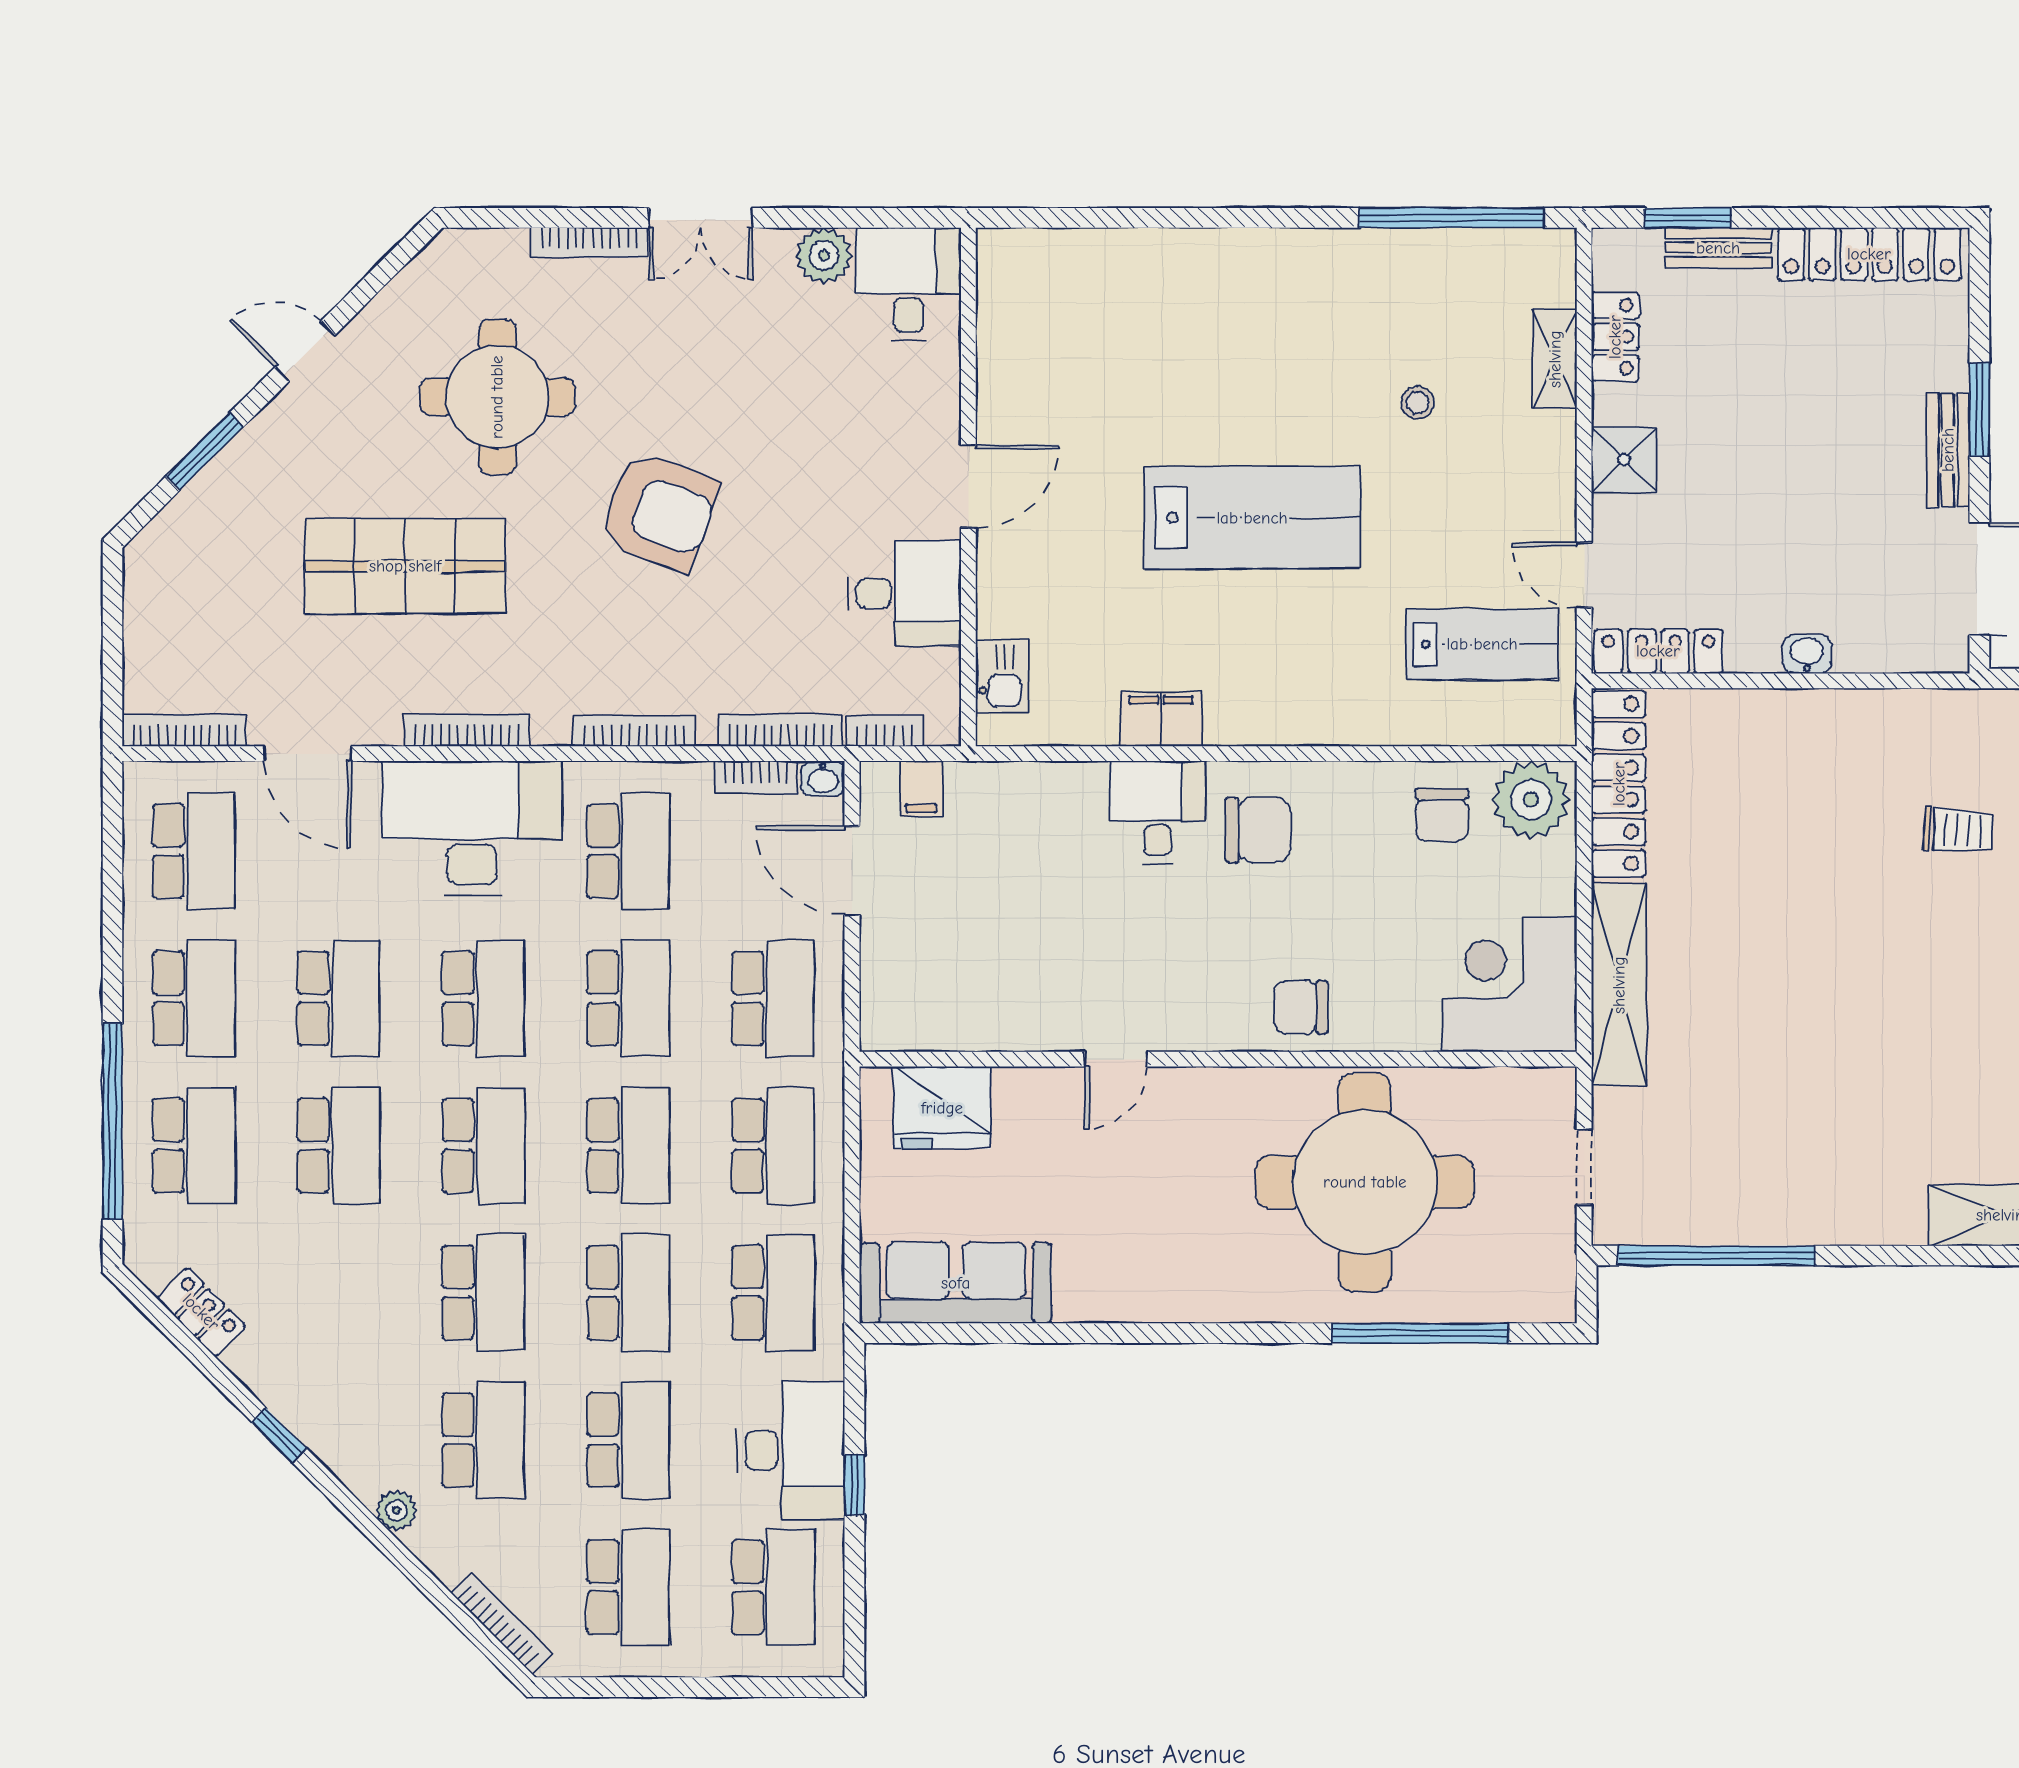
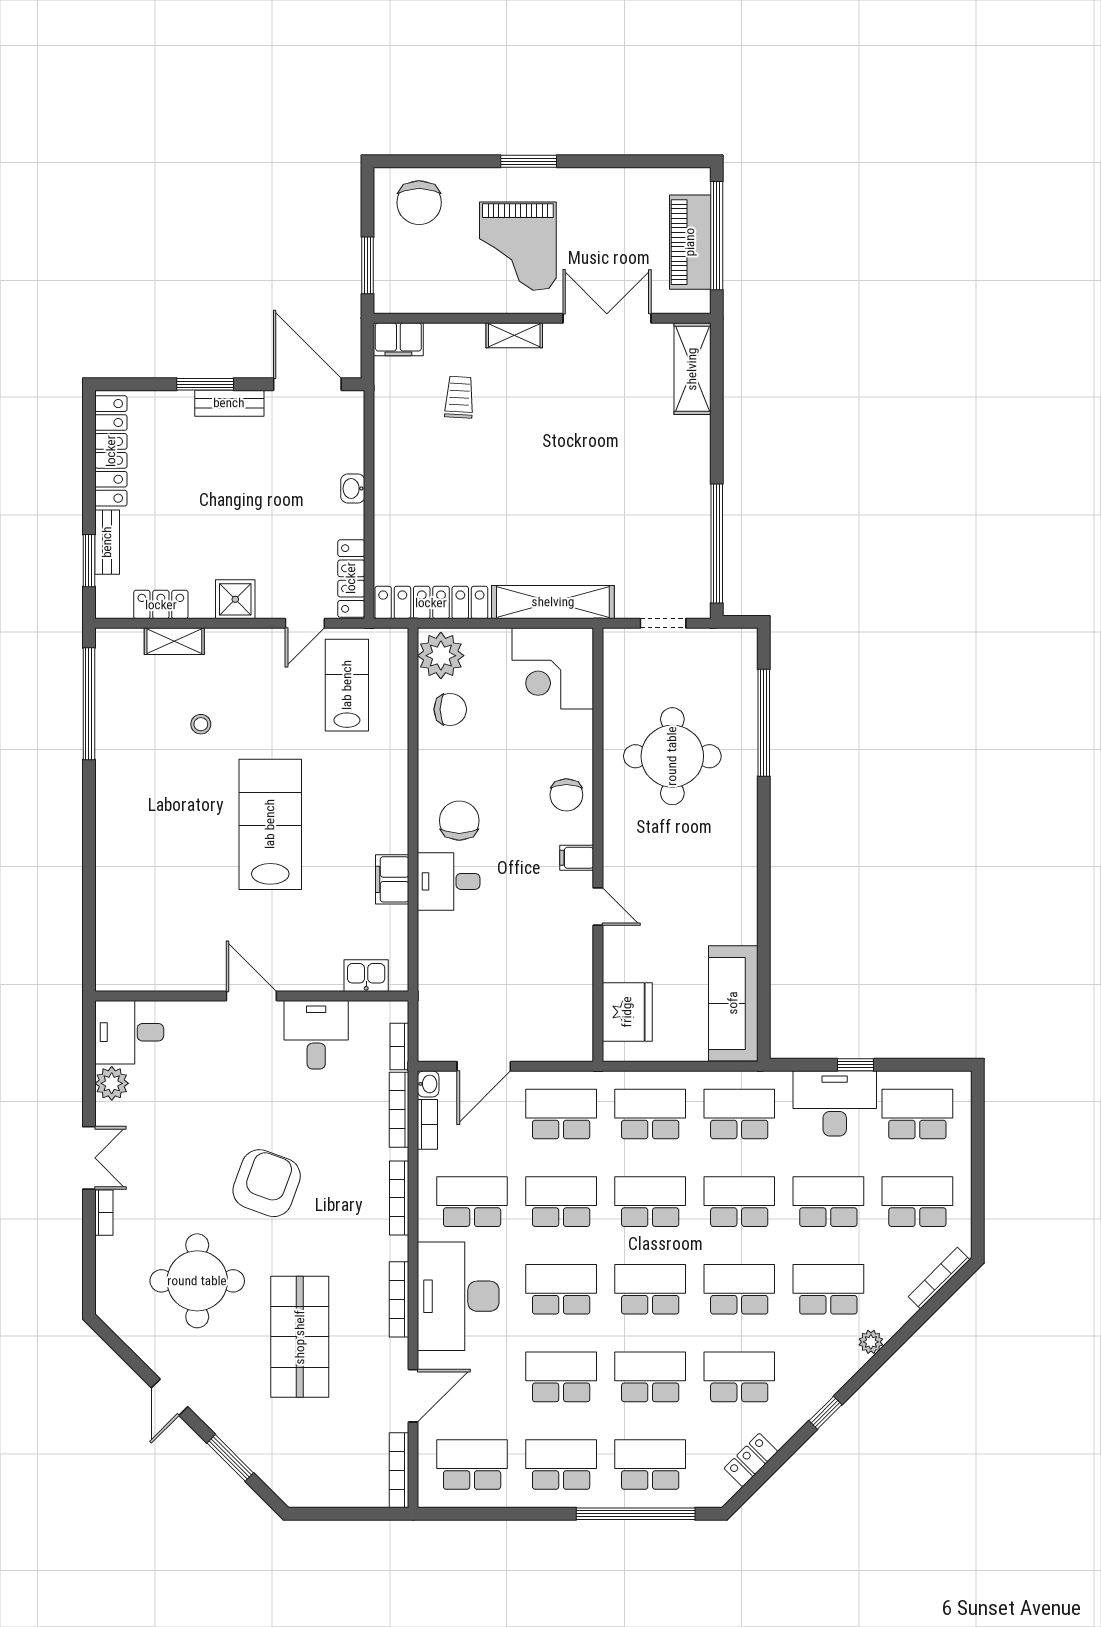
bookcase: (589, 243) -> (104, 1213), width x0.64
filing cabinet: (921, 789) -> (577, 858), moved, turned 180
round table: (1365, 1182) -> (672, 756), width x0.73, depth x0.73
school desk: (339, 1293) -> (739, 1377), added

